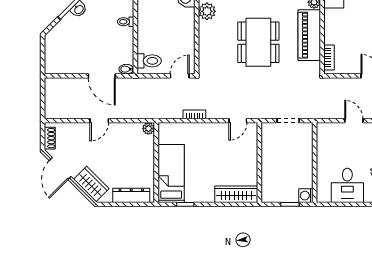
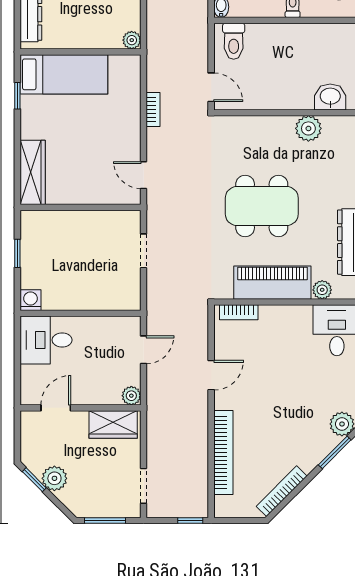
wall: (315, 162) -> (80, 313), moved
washing machine: (306, 196) -> (31, 300), moved

